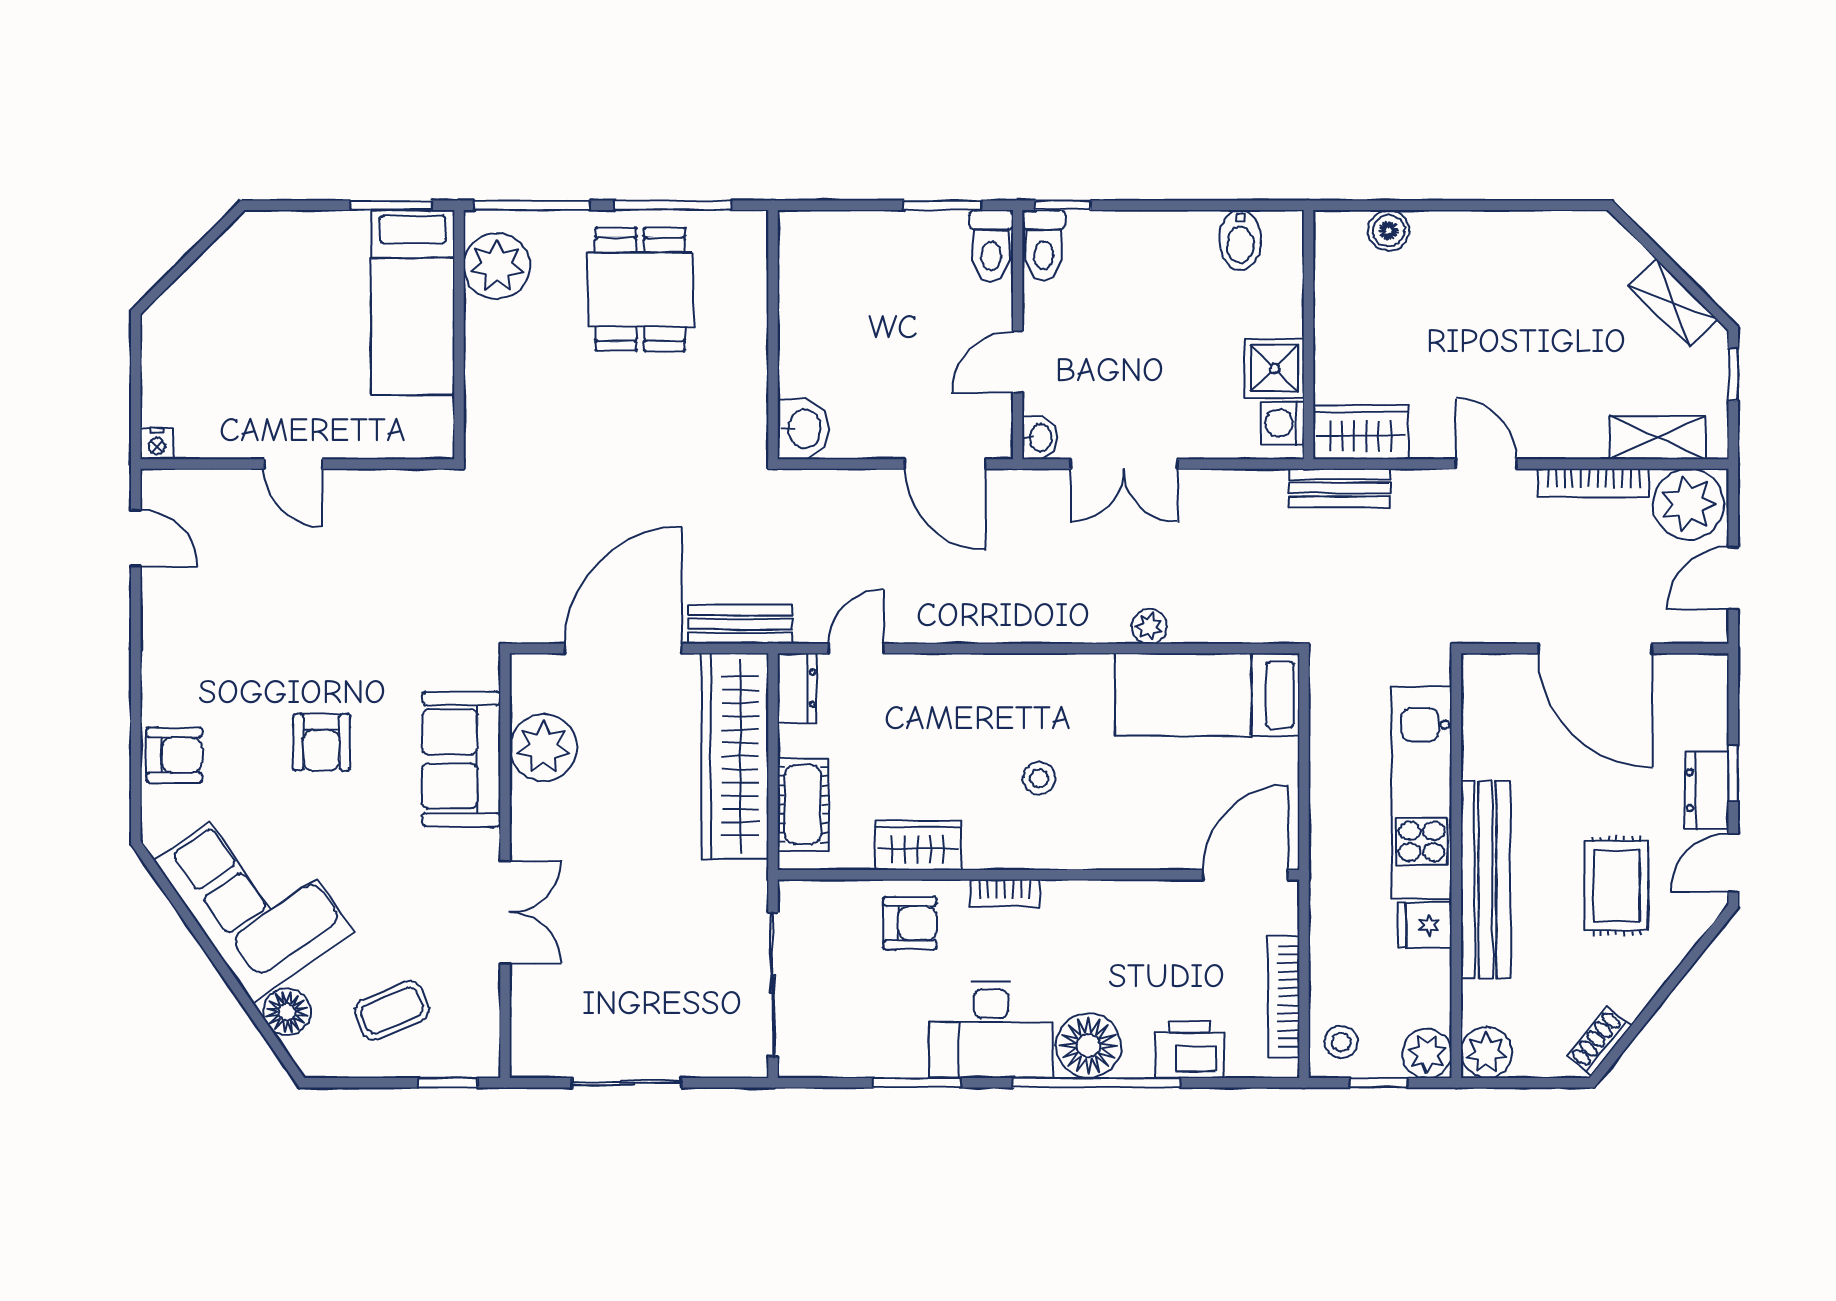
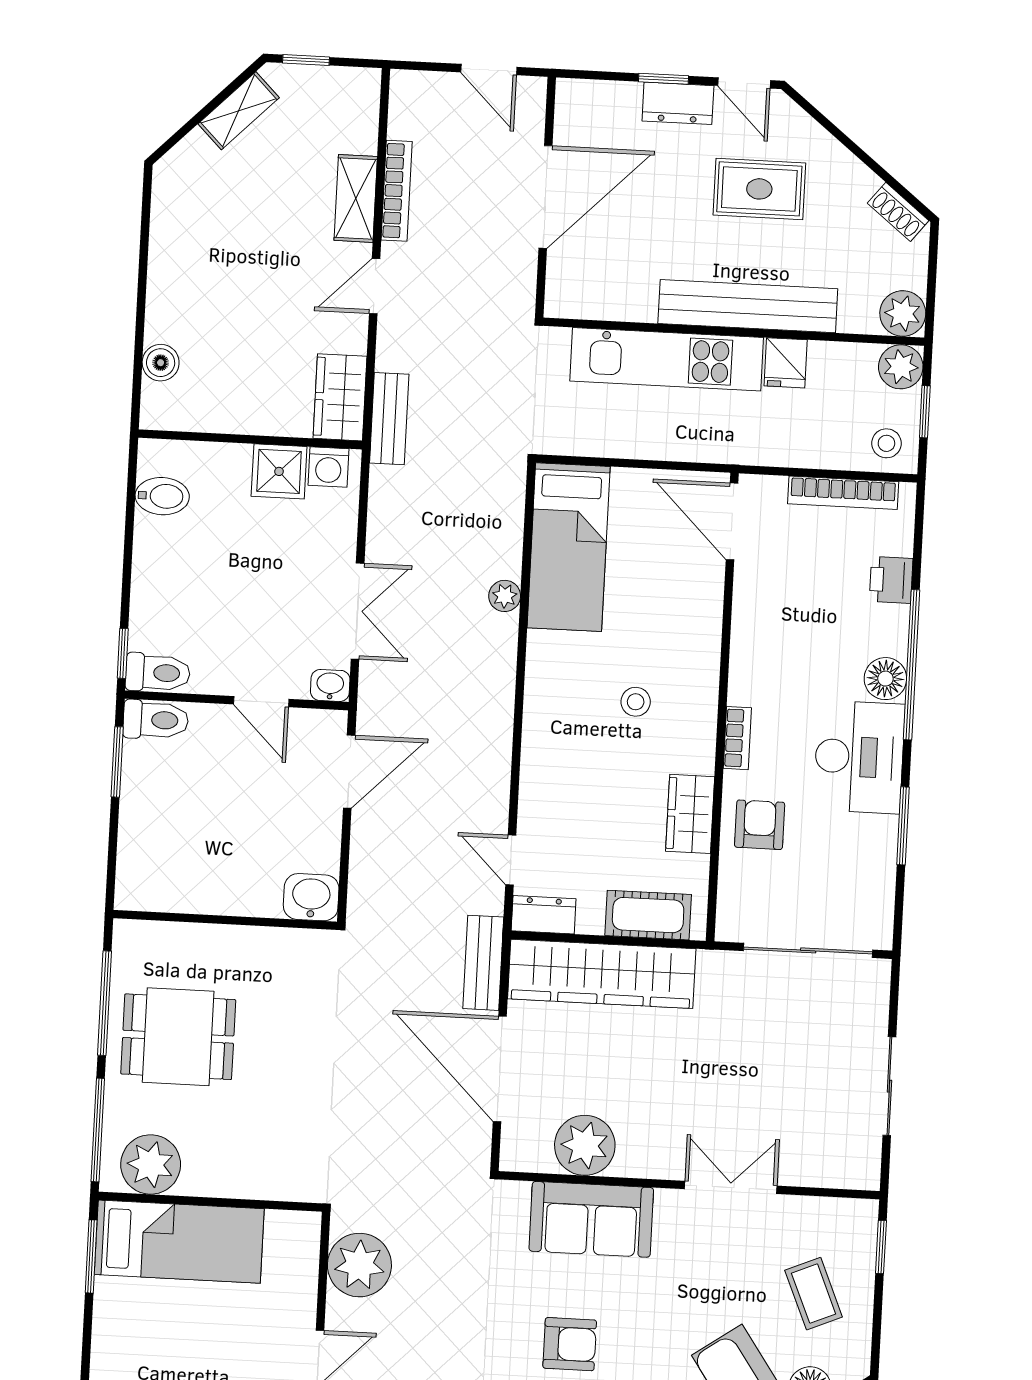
shelving: (1658, 438) -> (356, 198), moved
plant: (1688, 504) -> (359, 1265), moved
floor lamp: (1088, 1046) -> (885, 679), width x0.73, depth x0.73
printer: (1190, 1050) -> (891, 580), width x0.73, depth x0.81

